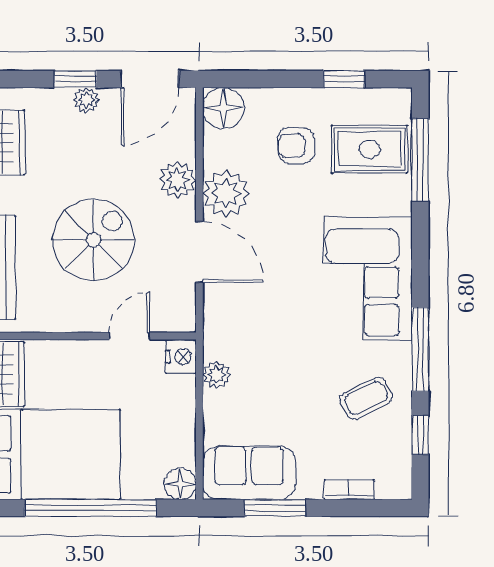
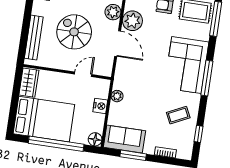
spiral stairs: (94, 240) -> (74, 32), turned -90
window: (420, 350) -> (207, 78), moved
nightstand: (181, 357) -> (100, 106), moved

